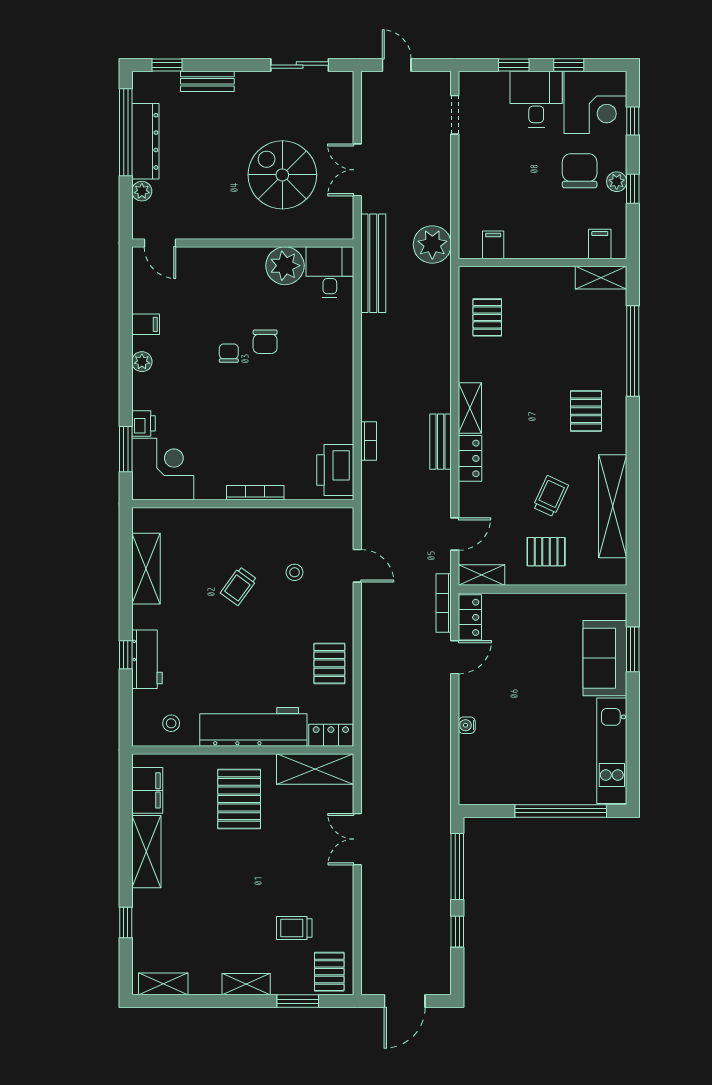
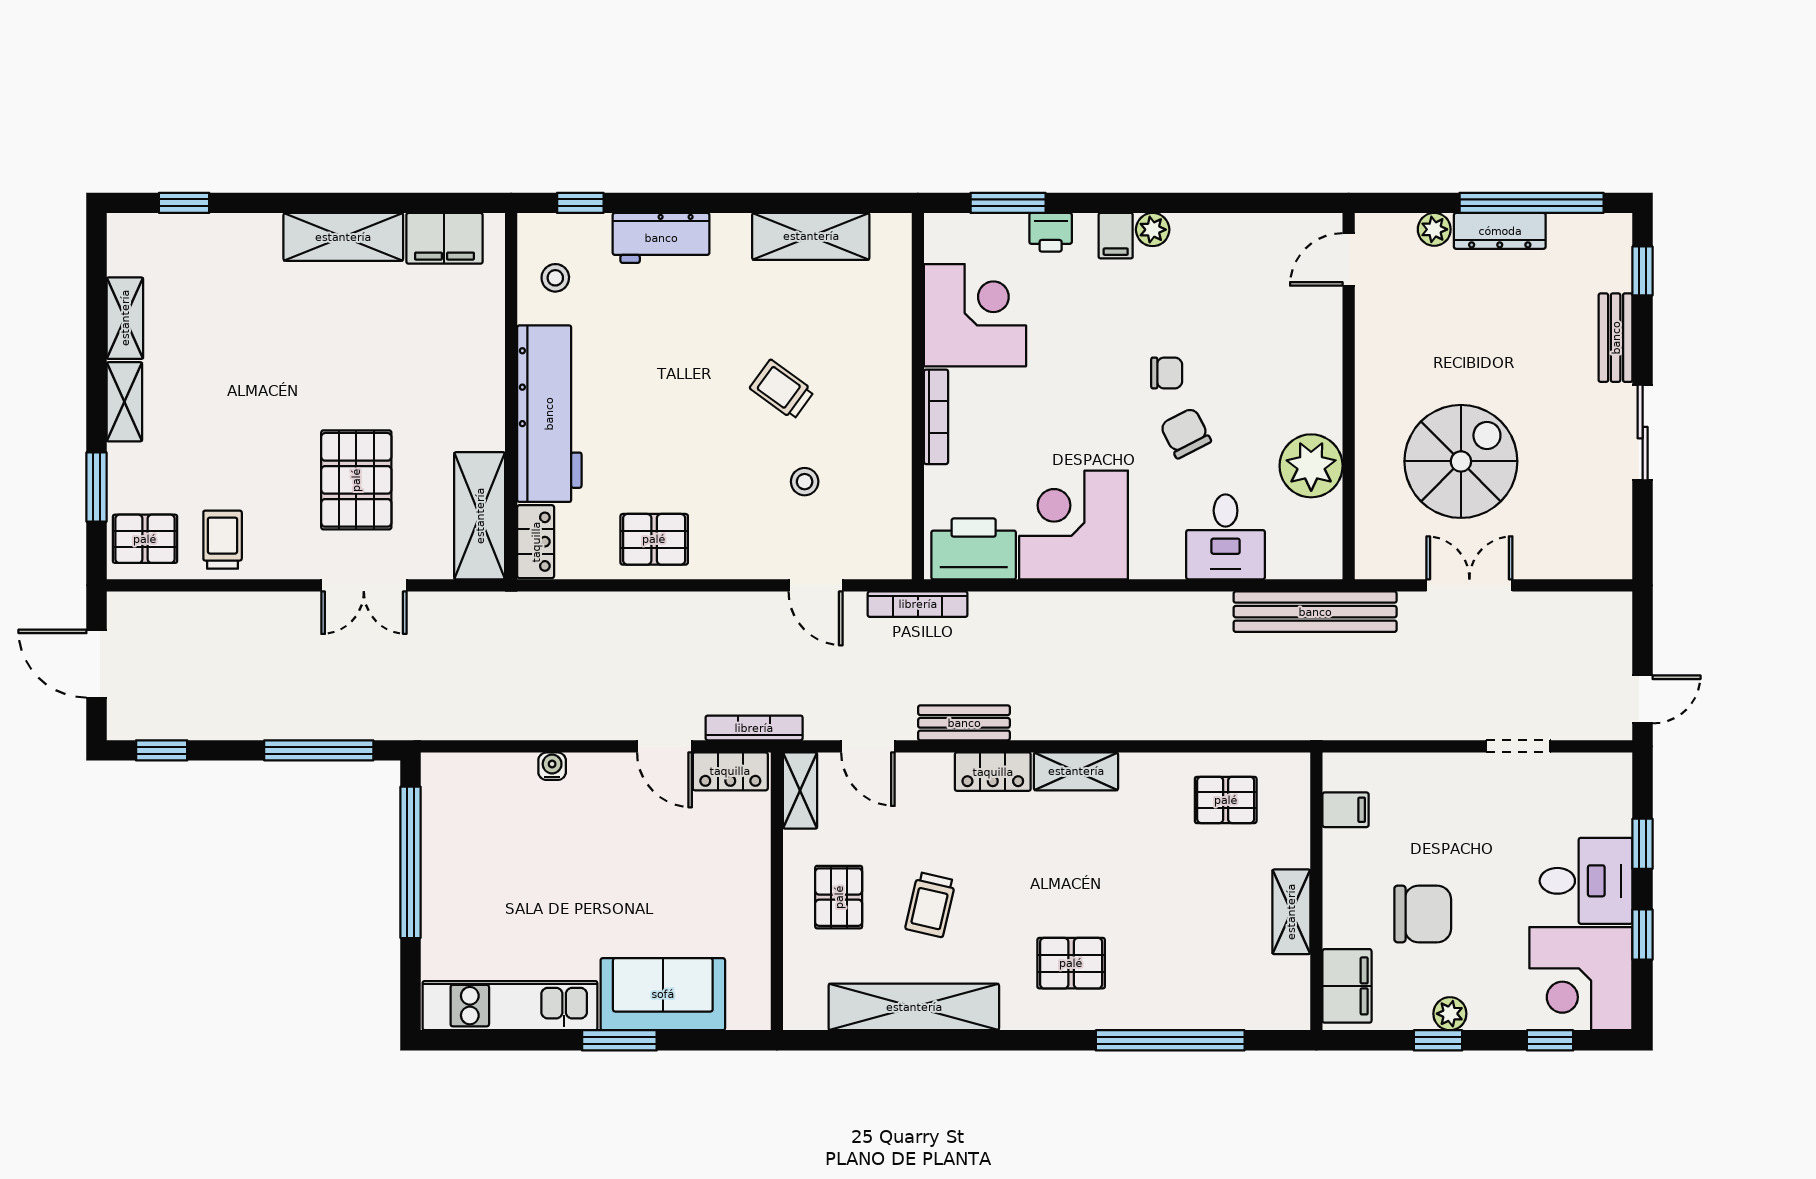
sliding door: (300, 65) -> (1643, 433), moved
door: (397, 65) -> (1643, 699), moved
doorway: (455, 115) -> (1518, 746), moved
dresser: (145, 141) -> (1500, 231), width x0.73, depth x0.80
chair: (580, 171) -> (1423, 914), moved
filing cabinet: (600, 244) -> (1347, 986), width x2.00
plant: (432, 245) -> (1346, 709), removed
desk: (330, 272) -> (1226, 537), moved, turned 90
shelving: (601, 278) -> (1291, 912), moved
filing cabinet: (146, 324) -> (1116, 236), moved
chair: (265, 342) -> (1186, 433), turned 63
corner desk: (321, 409) -> (1074, 525), added
bookcase: (369, 441) -> (918, 604), moved, width x1.56
bench: (441, 442) -> (964, 723), moved
corner desk: (163, 469) -> (975, 315), moved, turned -90
trolley: (551, 496) -> (930, 905), turned 78
door: (357, 566) -> (816, 585), hinge flipped
window: (633, 649) -> (619, 1040), moved
window: (126, 655) -> (580, 203), moved
pallet: (239, 799) -> (356, 480), moved, turned 90
window: (561, 811) -> (410, 862), moved
double door: (357, 839) -> (364, 585), swing flipped
window: (126, 922) -> (184, 203), moved
trolley: (294, 928) -> (223, 540), moved
window: (457, 932) -> (162, 750), moved
shelving: (163, 984) -> (125, 318), moved

